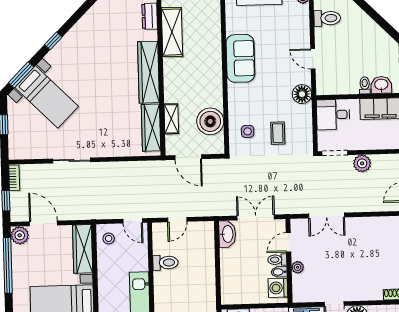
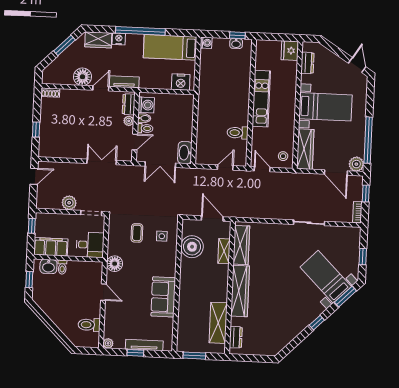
dresser: (299, 287) -> (129, 104), added

